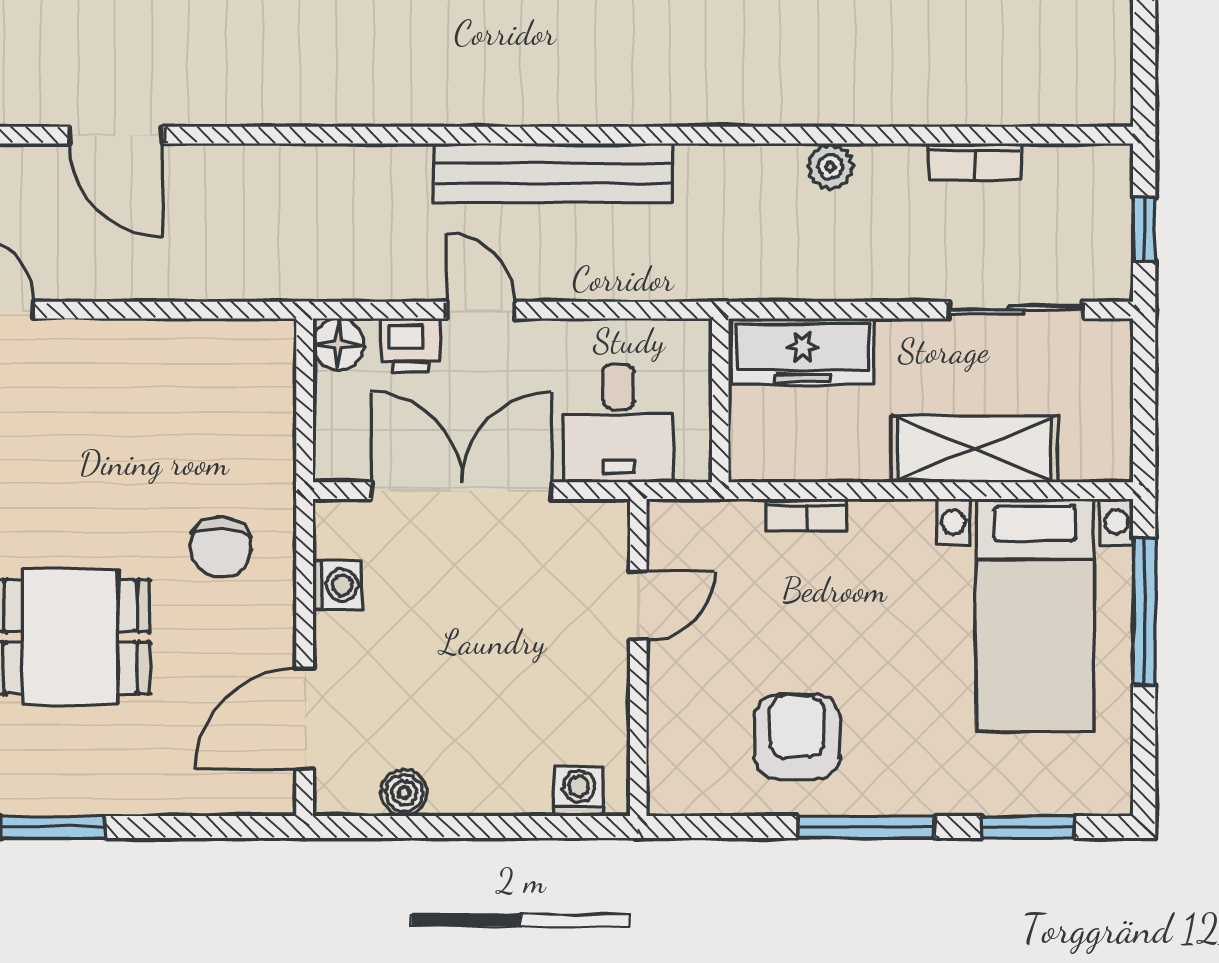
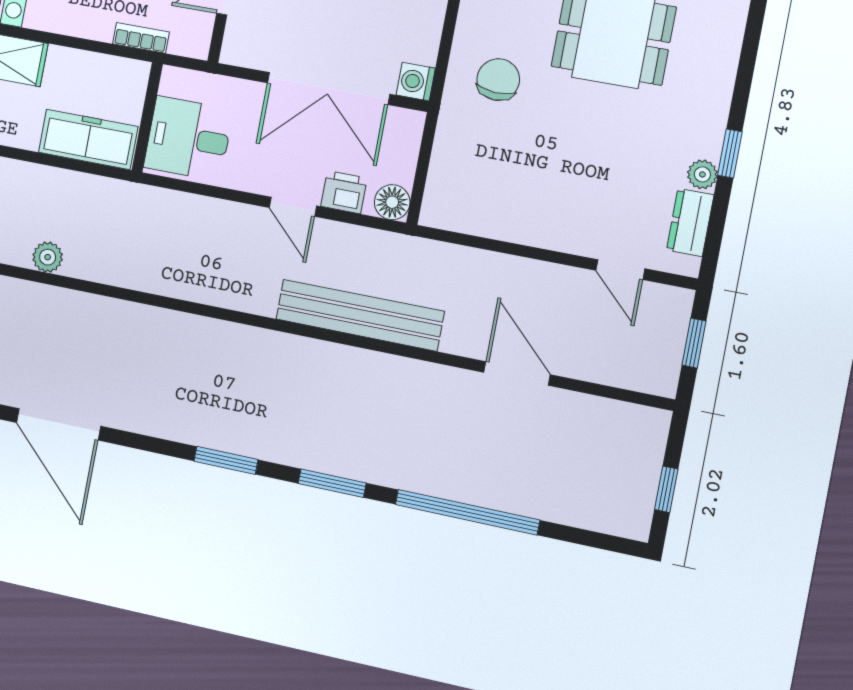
bench: (553, 173) -> (360, 315), moved
desk: (618, 423) -> (188, 138), moved, turned -90
bookcase: (806, 515) -> (141, 38), moved
washing machine: (337, 585) -> (416, 82), moved

